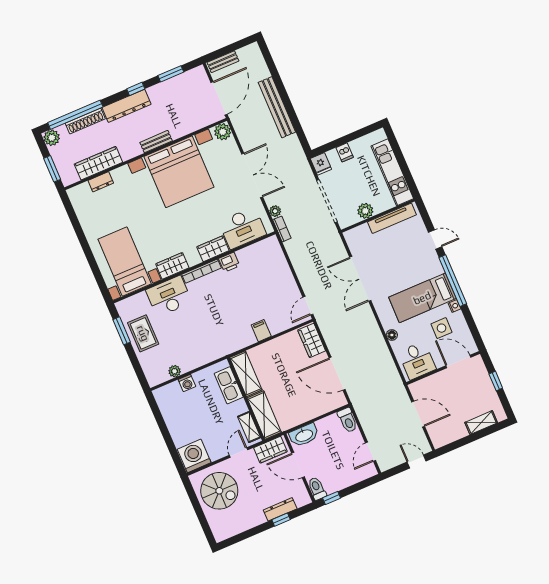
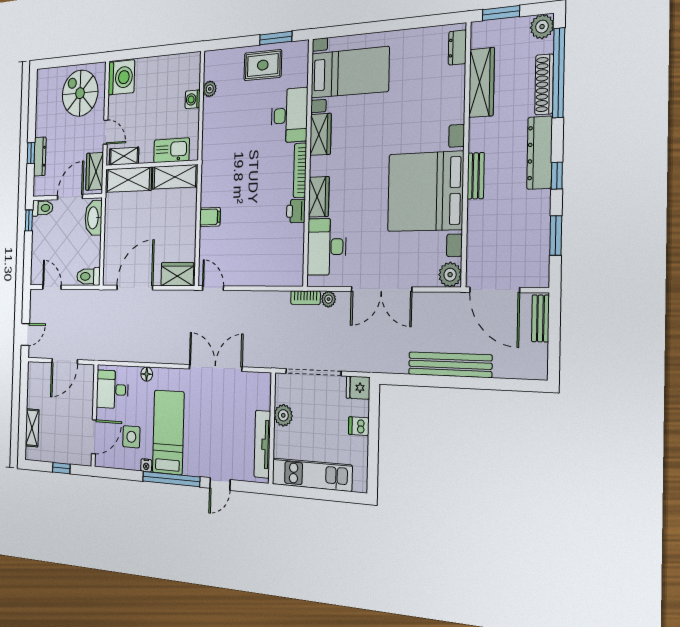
dresser: (101, 182) -> (457, 48), moved
spiral stairs: (219, 491) -> (80, 93), turned 90

